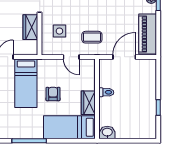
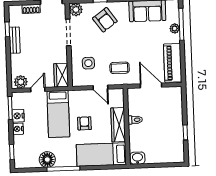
wardrobe: (30, 27) -> (61, 75), moved
door: (124, 57) -> (151, 86), hinge flipped
wardrobe: (88, 103) -> (118, 125), width x1.50
floor lamp: (13, 131) -> (47, 160), added

